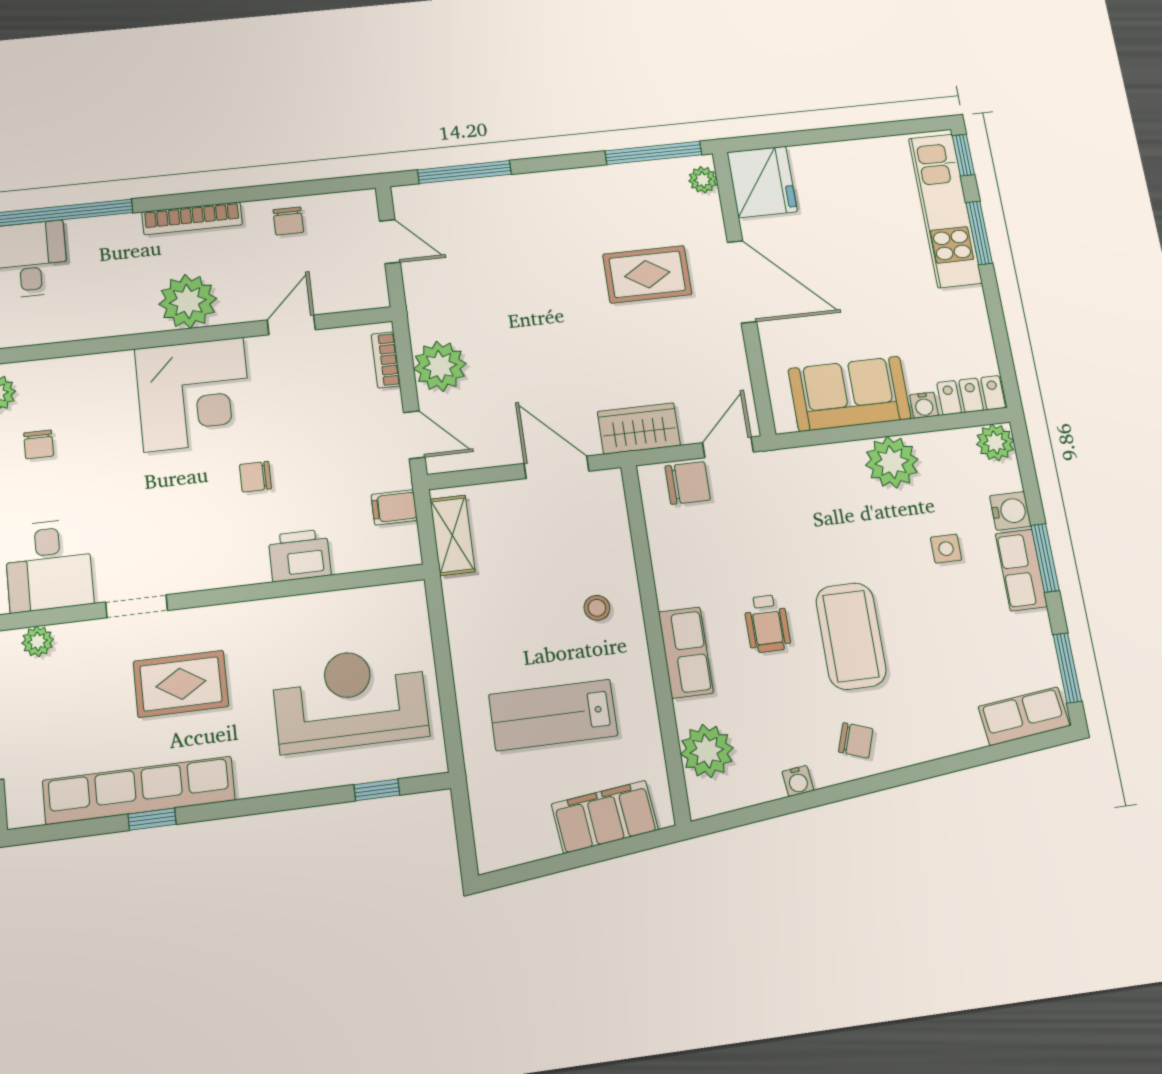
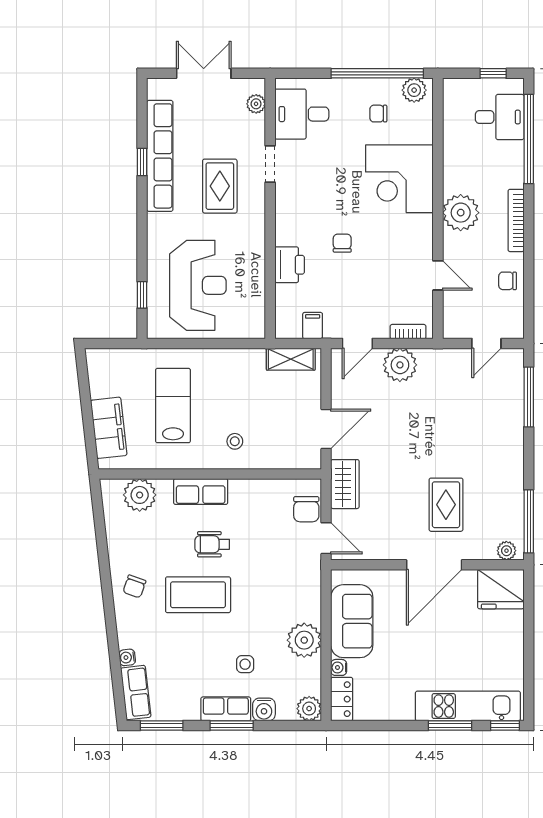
corner desk: (194, 394) -> (399, 179), moved
water cooler: (798, 781) -> (127, 657), moved

